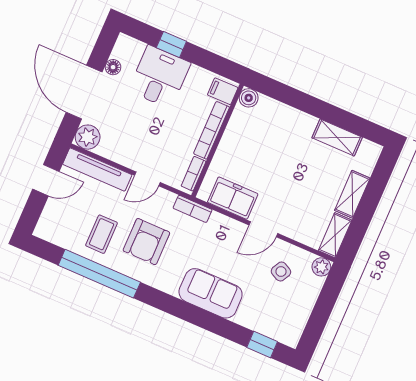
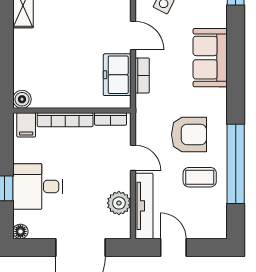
floor lamp: (113, 67) -> (20, 231), moved
plant: (88, 137) -> (119, 203), moved
bookcase: (193, 209) -> (142, 75), moved

